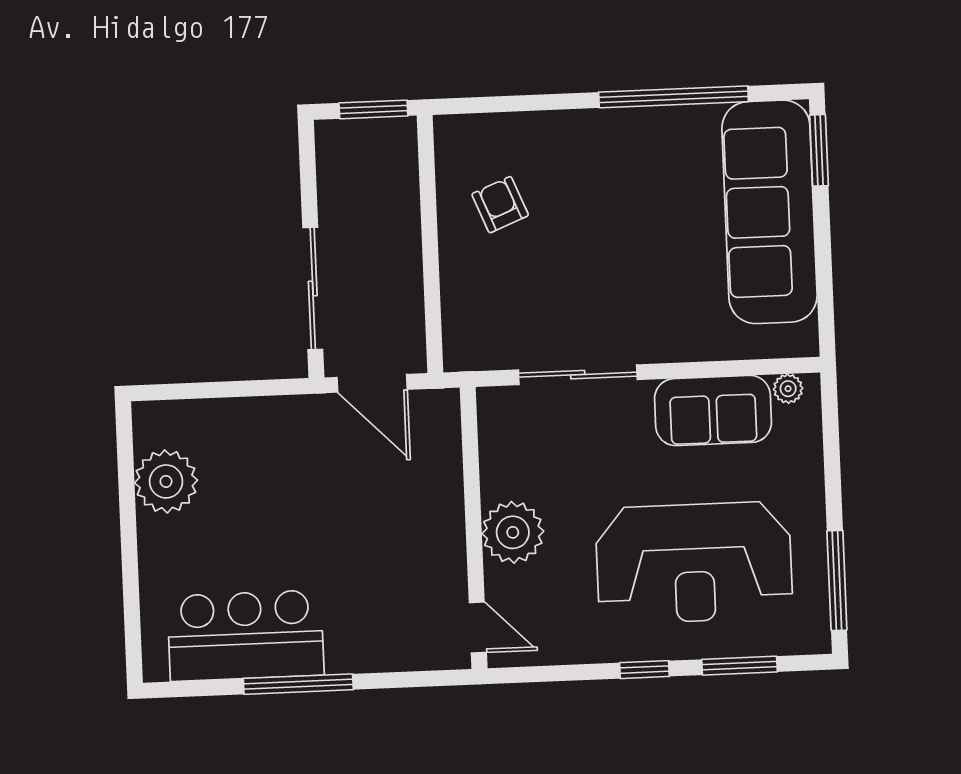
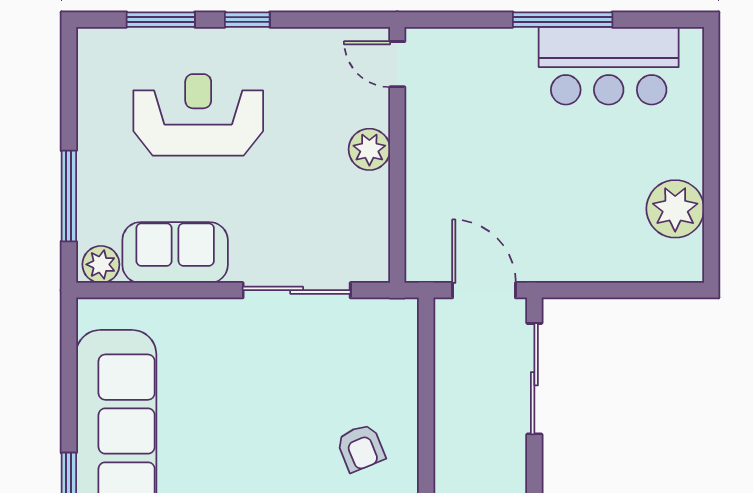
plant: (788, 389) -> (101, 264), width x1.38, depth x1.38
plant: (513, 532) -> (369, 149), width x0.73, depth x0.73
reception desk: (694, 563) -> (198, 115), width x0.74, depth x0.77
window: (837, 580) -> (69, 196), moved

